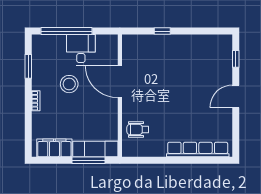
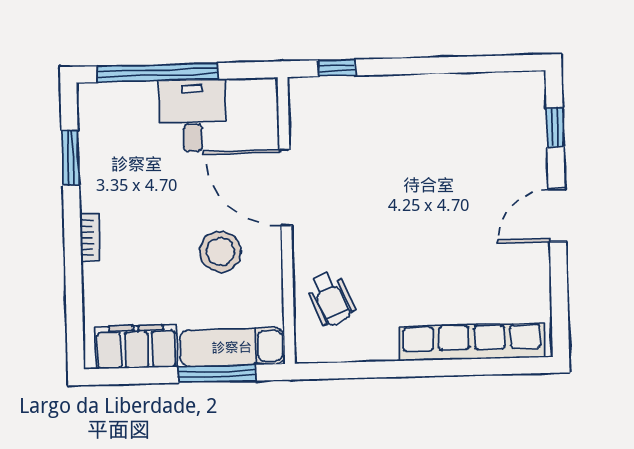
window: (162, 31) -> (337, 68), moved
stool: (69, 84) -> (220, 252), moved
wheelchair: (138, 130) -> (330, 299), turned -113

